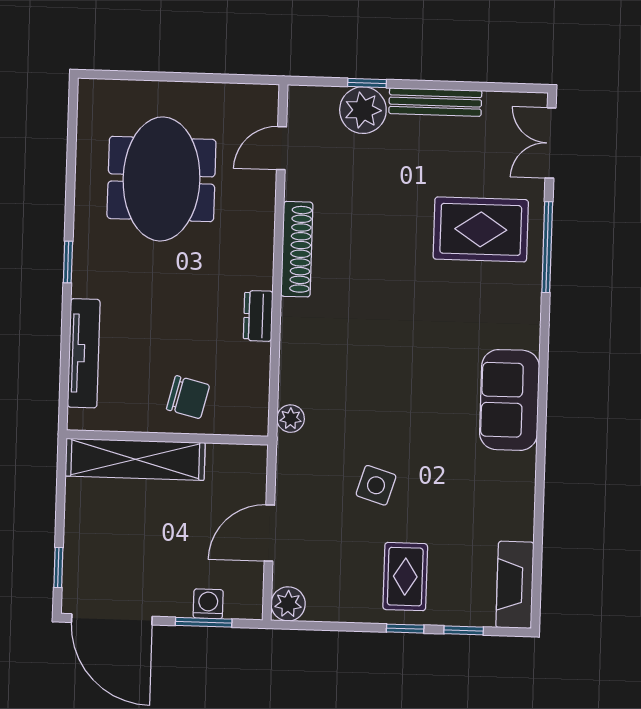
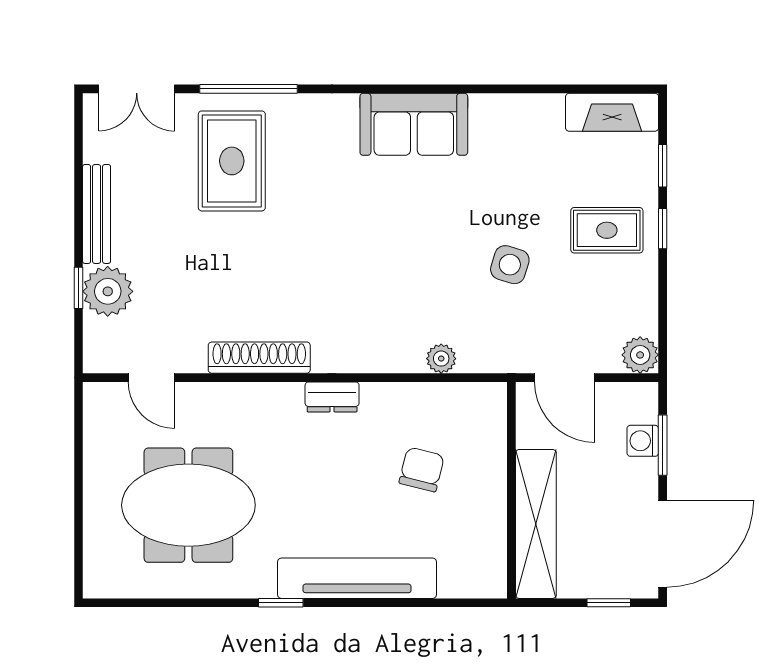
tv unit: (84, 353) -> (357, 578), width x1.36, depth x1.29
wall: (167, 437) -> (511, 490), moved
shelving: (135, 459) -> (536, 524), moved

